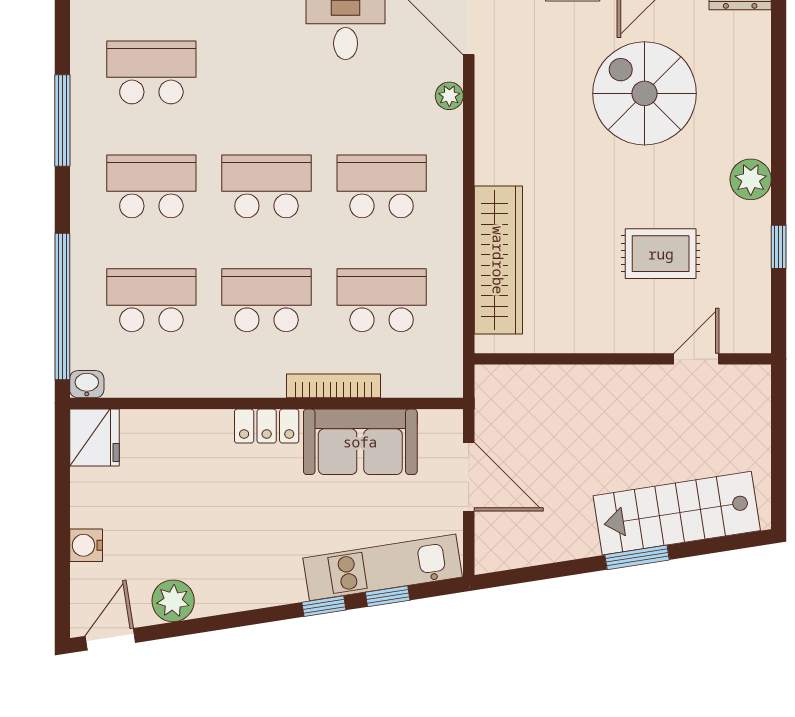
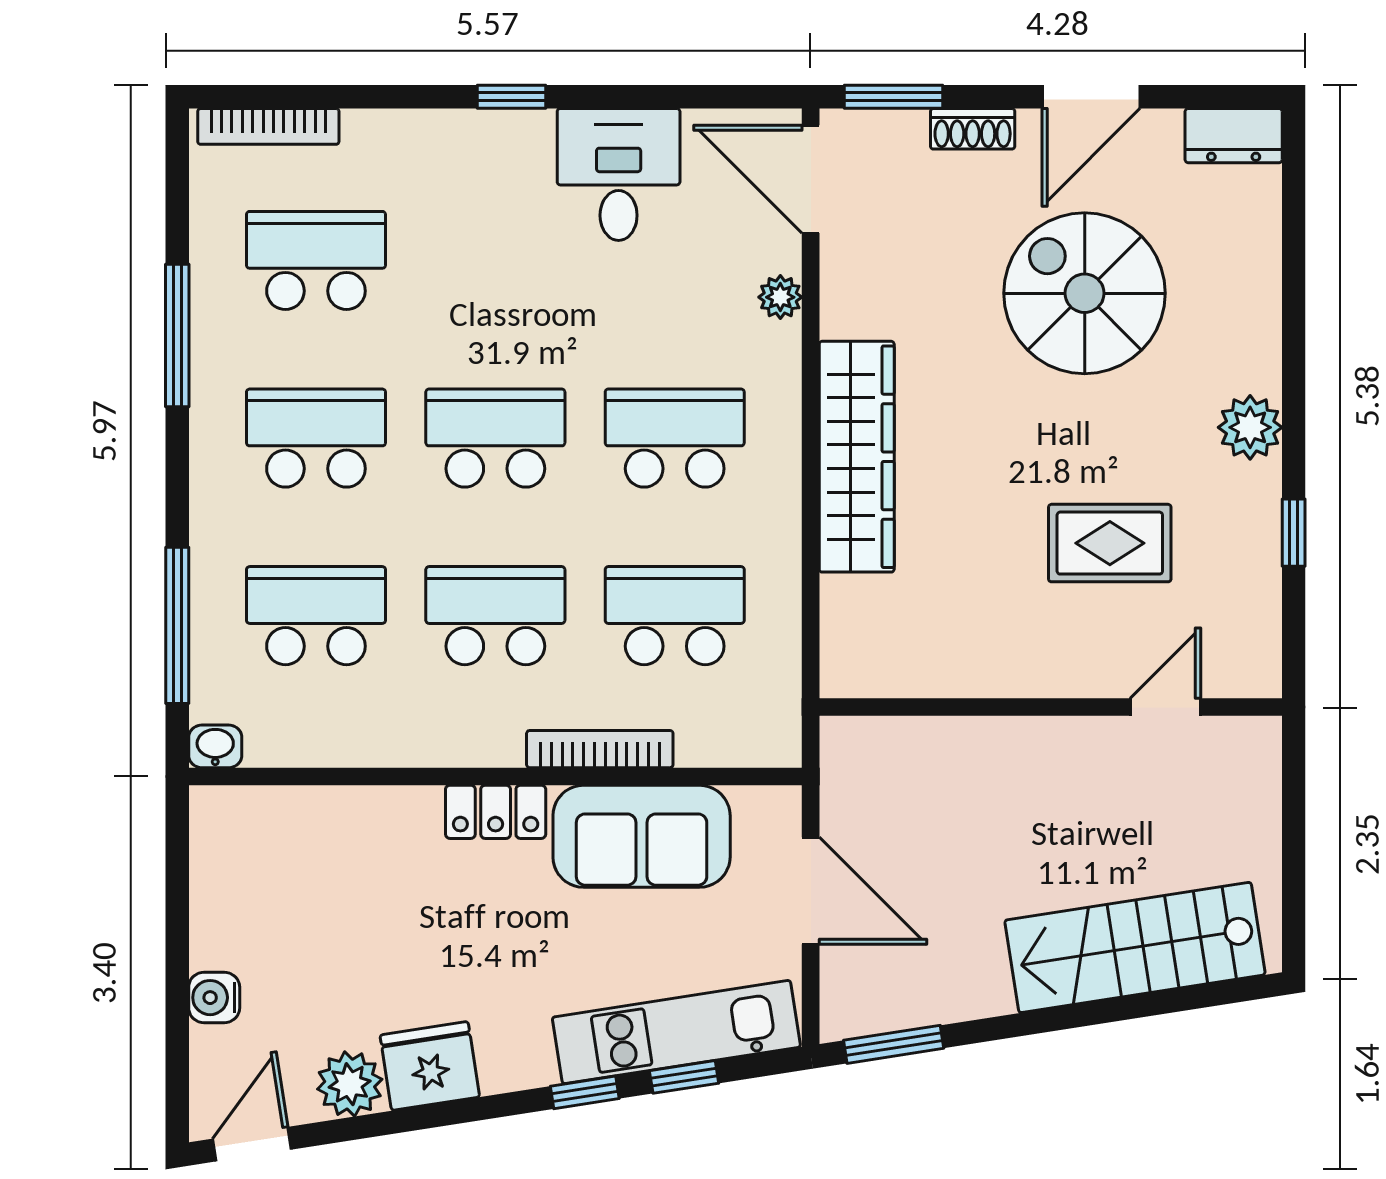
wardrobe: (498, 260) -> (857, 457), moved
window: (62, 306) -> (177, 625), width x0.68
fridge: (94, 438) -> (430, 1066), moved, turned -99
window: (637, 557) -> (894, 1044), moved

